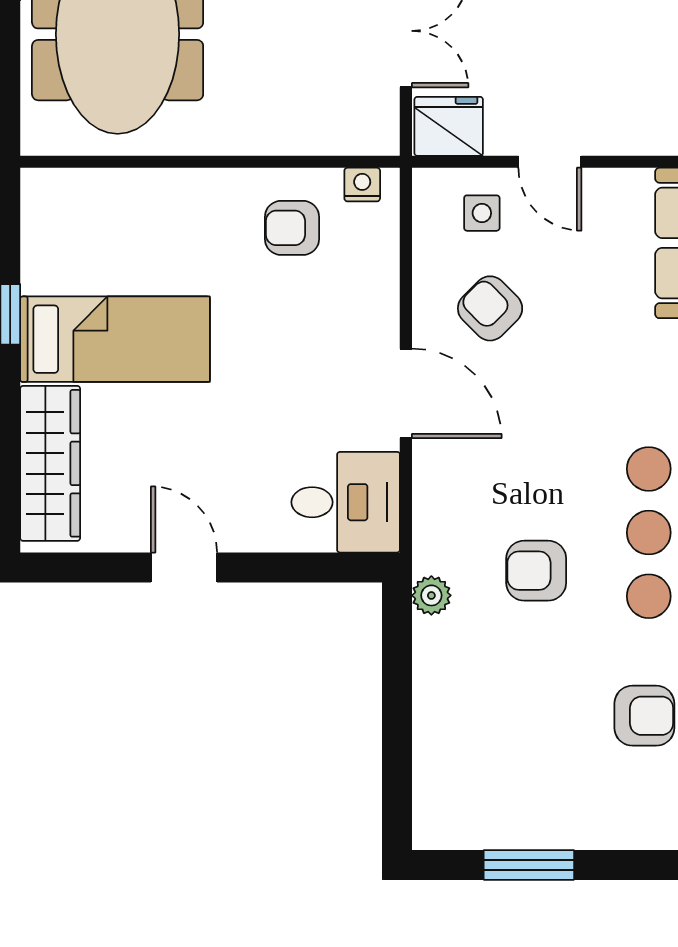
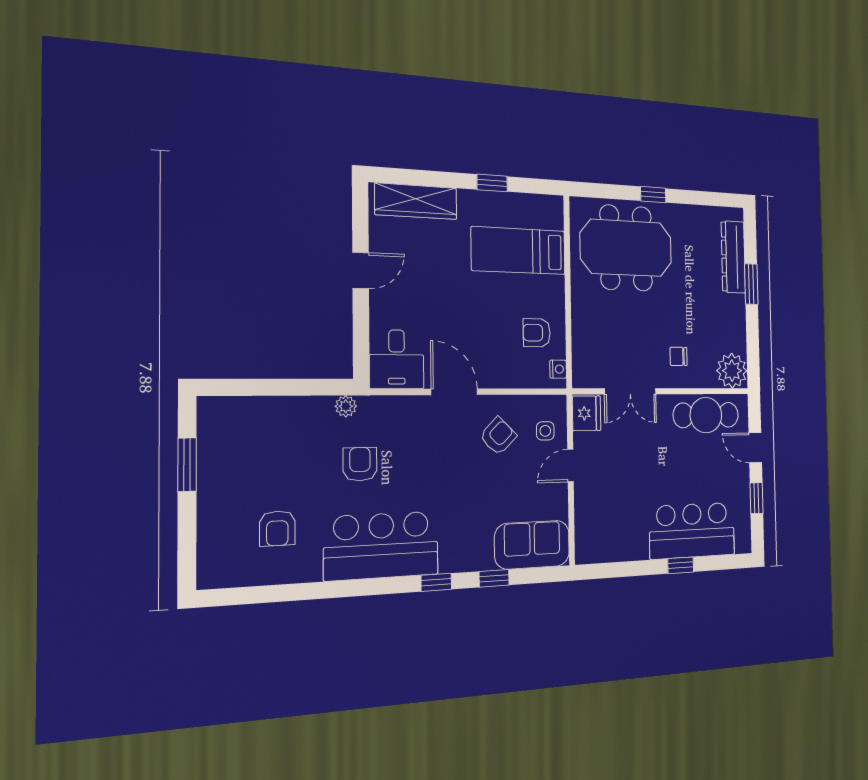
armchair: (292, 228) -> (537, 333), turned -90
bed: (115, 339) -> (519, 251), moved, turned 90
door: (406, 393) -> (454, 392), swing flipped

